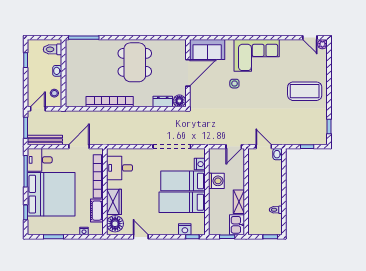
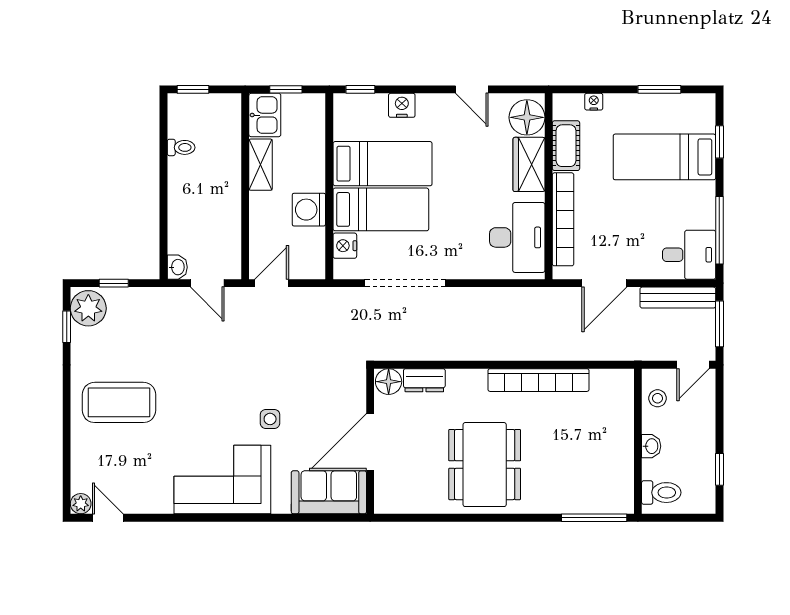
plant: (319, 135) -> (88, 308), added
desk: (120, 168) -> (517, 237), width x1.37
bed: (51, 194) -> (664, 157), width x0.49
nightstand: (185, 229) -> (402, 105), moved

